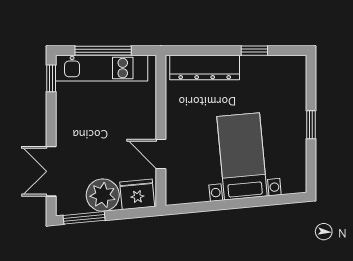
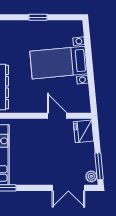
door: (161, 154) -> (57, 116), swing flipped
plant: (103, 195) -> (91, 176), moved, width x0.53, depth x0.53

